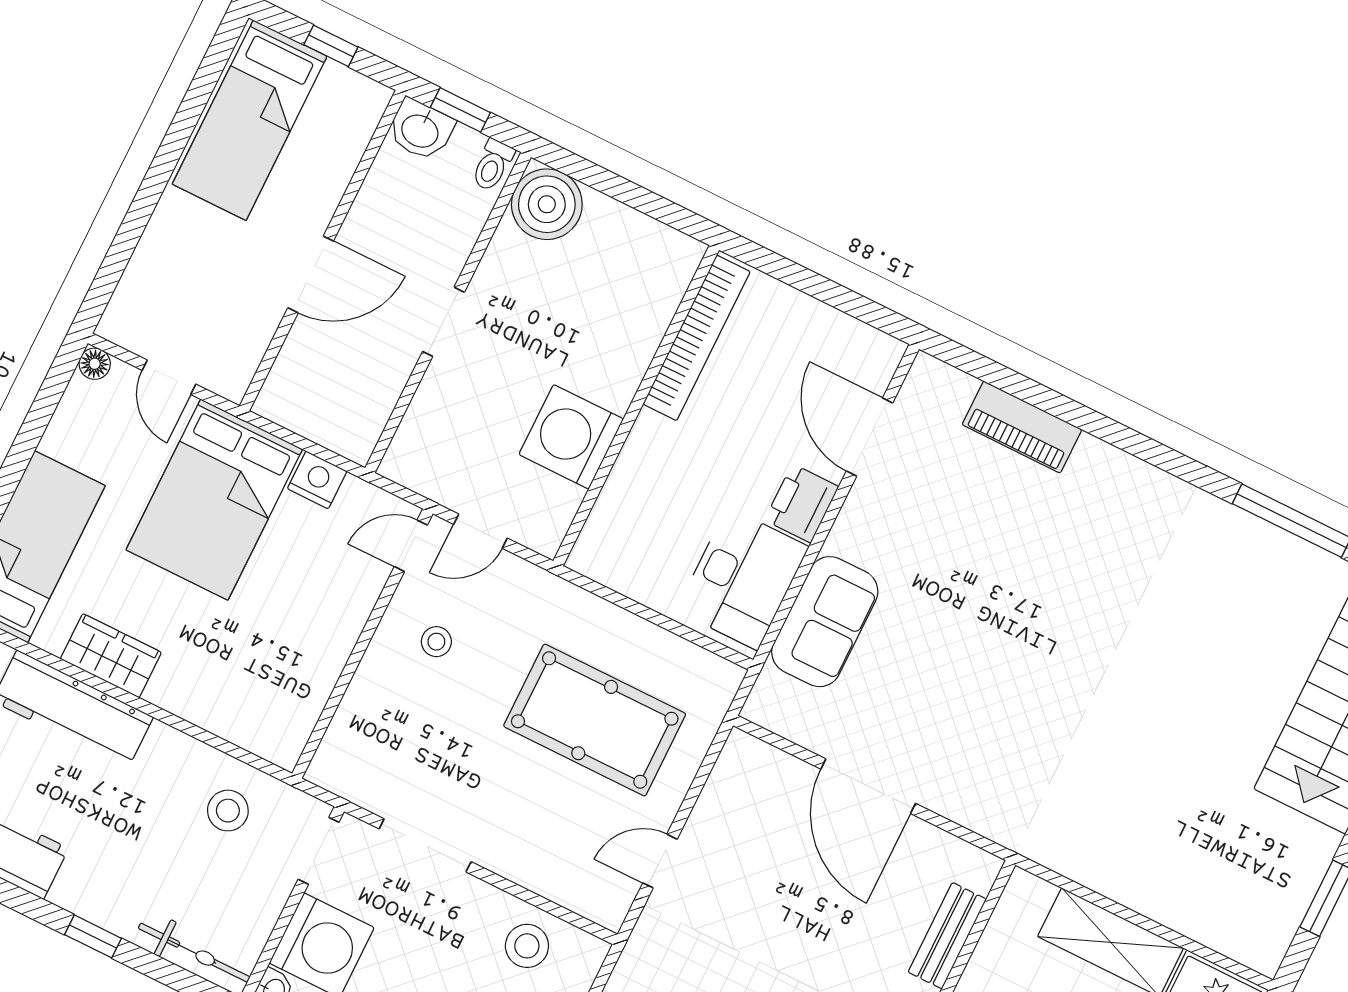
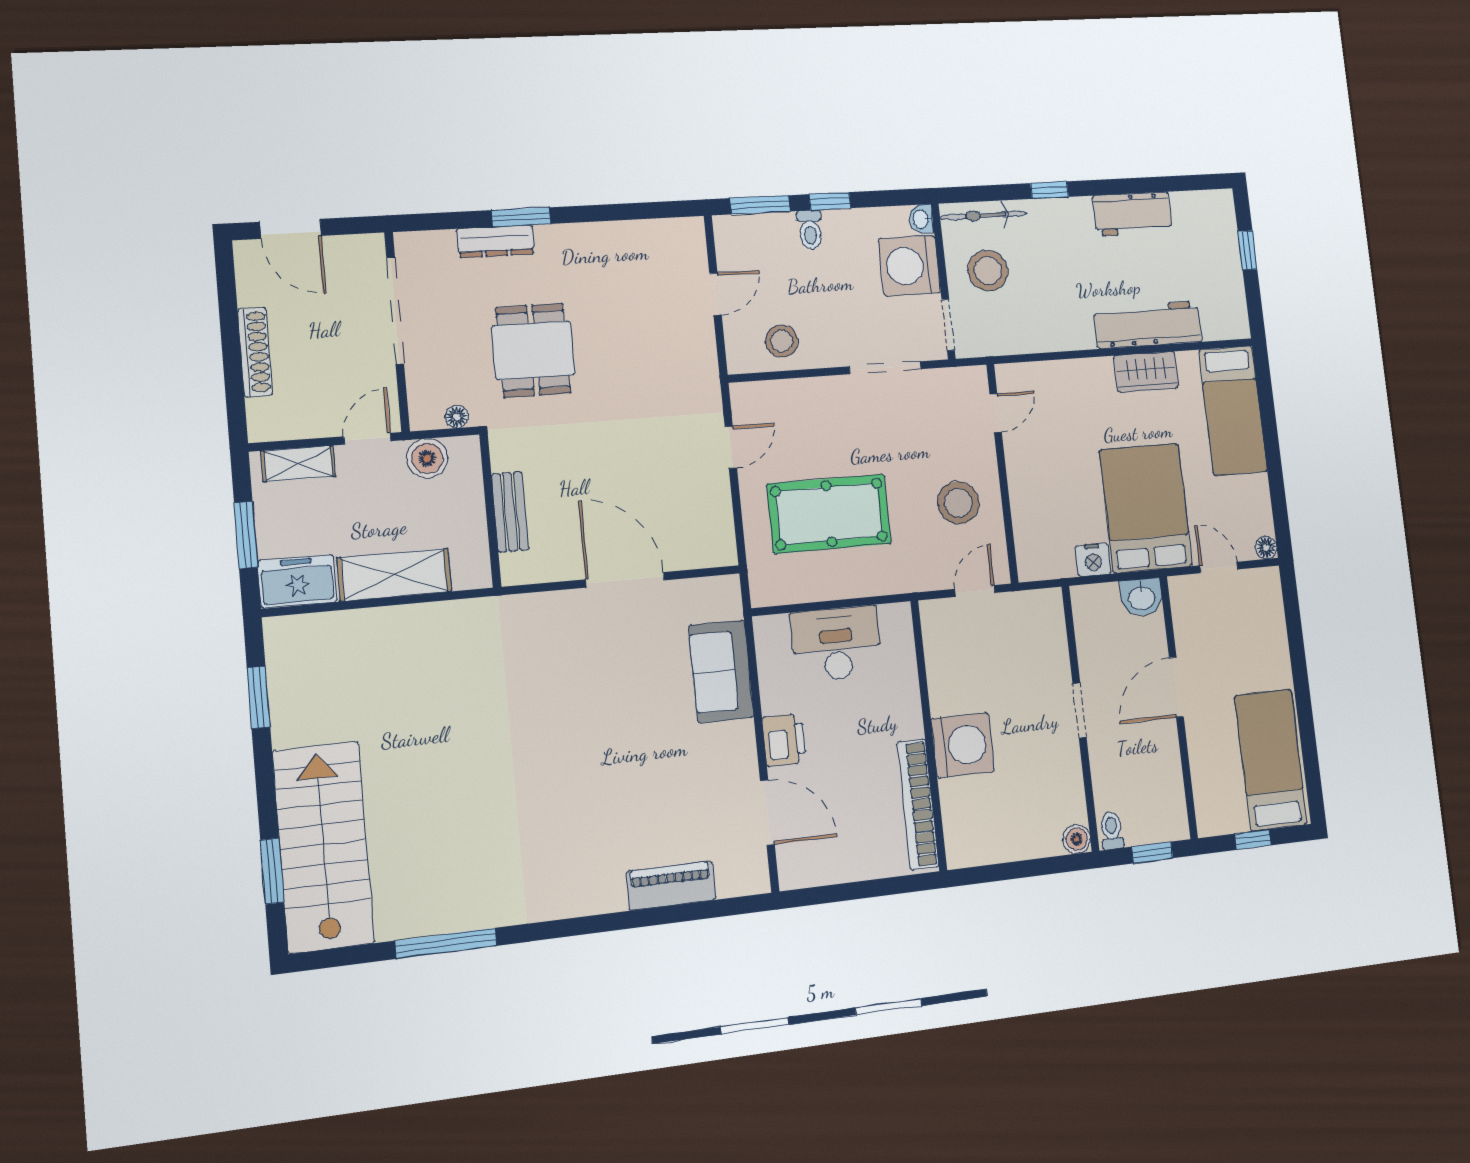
washbasin: (420, 130) -> (1142, 597), moved, turned 180
boiler: (547, 204) -> (1077, 839), width x0.54, depth x0.54
washing machine: (571, 437) -> (963, 745), moved
door: (411, 546) -> (996, 413), moved
desk: (743, 579) -> (836, 644), moved, turned 90
stool: (436, 642) -> (958, 503), width x1.89, depth x1.89
stool: (228, 811) -> (988, 271), moved, width x1.38, depth x1.38

